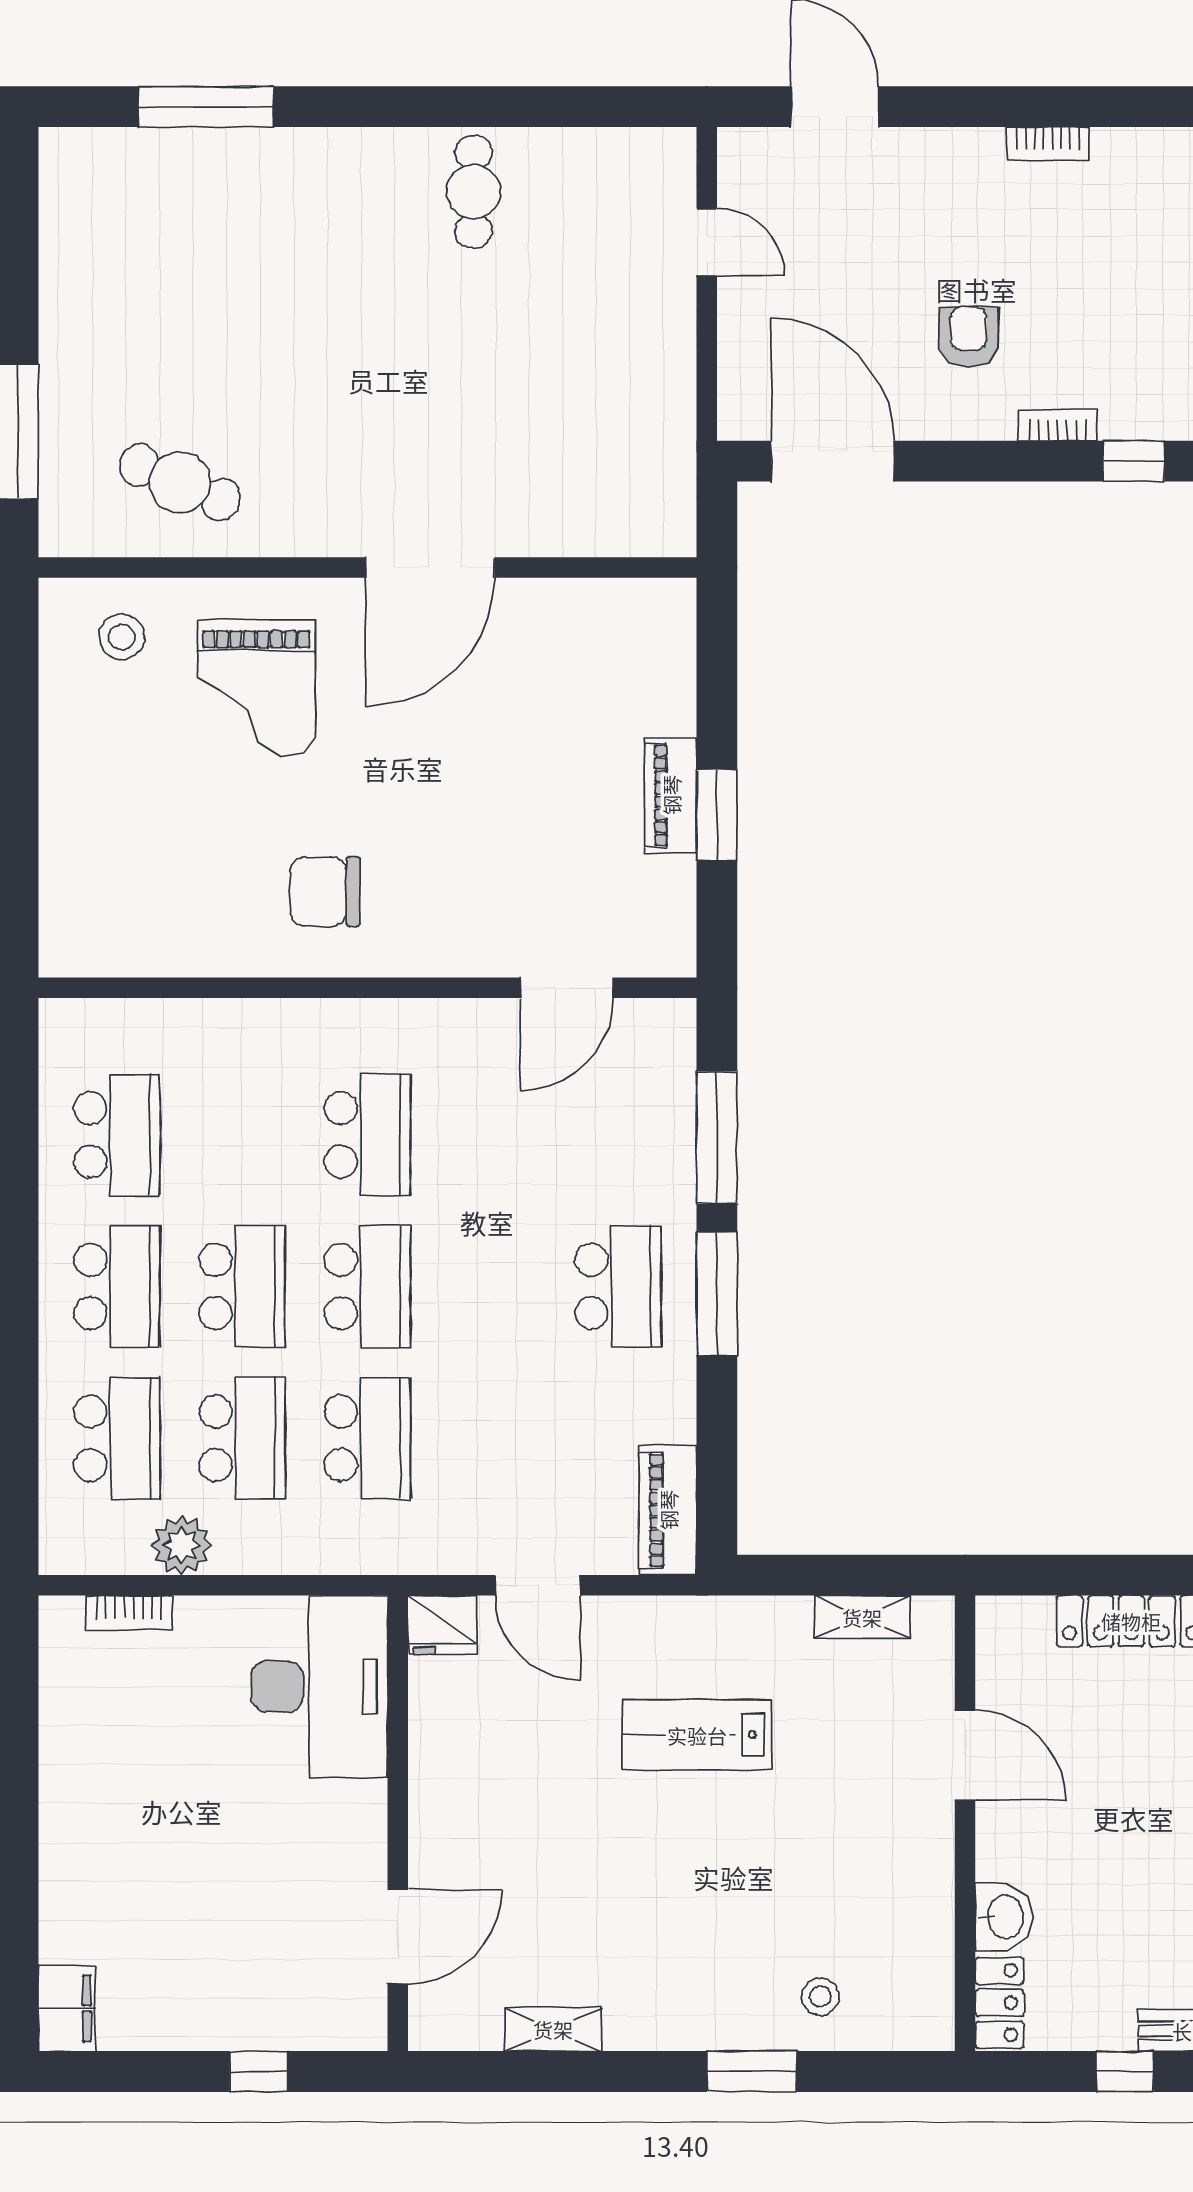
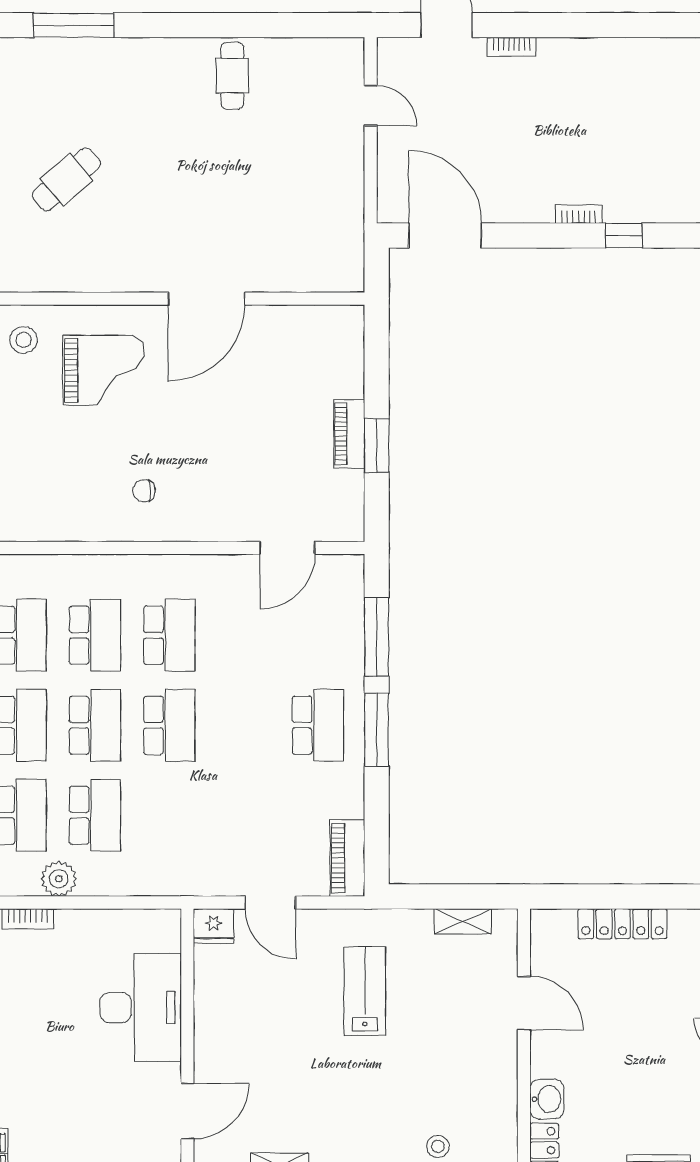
bookcase: (1048, 143) -> (511, 47), moved
armchair: (968, 337) -> (526, 162), removed
cafe table: (180, 482) -> (66, 179), moved, turned -64
grand piano: (256, 688) -> (103, 370), turned -90
chair: (325, 892) -> (144, 491), width x0.54, depth x0.54
school desk: (367, 1438) -> (95, 635), moved
desk: (319, 1687) -> (141, 1008), moved
lab bench: (697, 1735) -> (365, 991), turned 90

